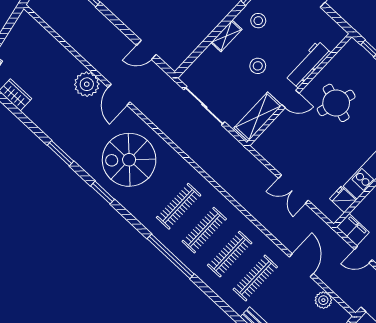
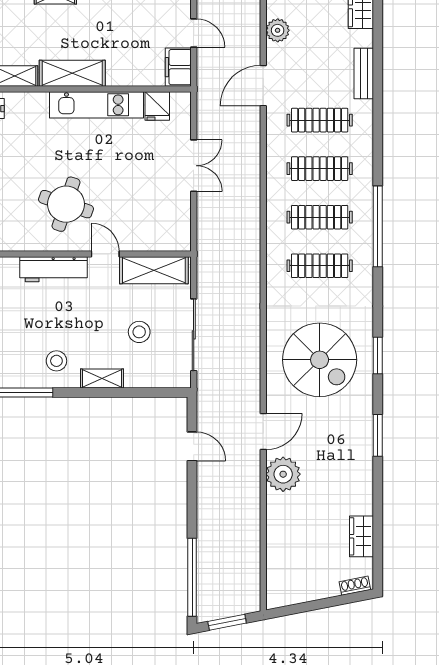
stool: (258, 66) -> (139, 332), moved

